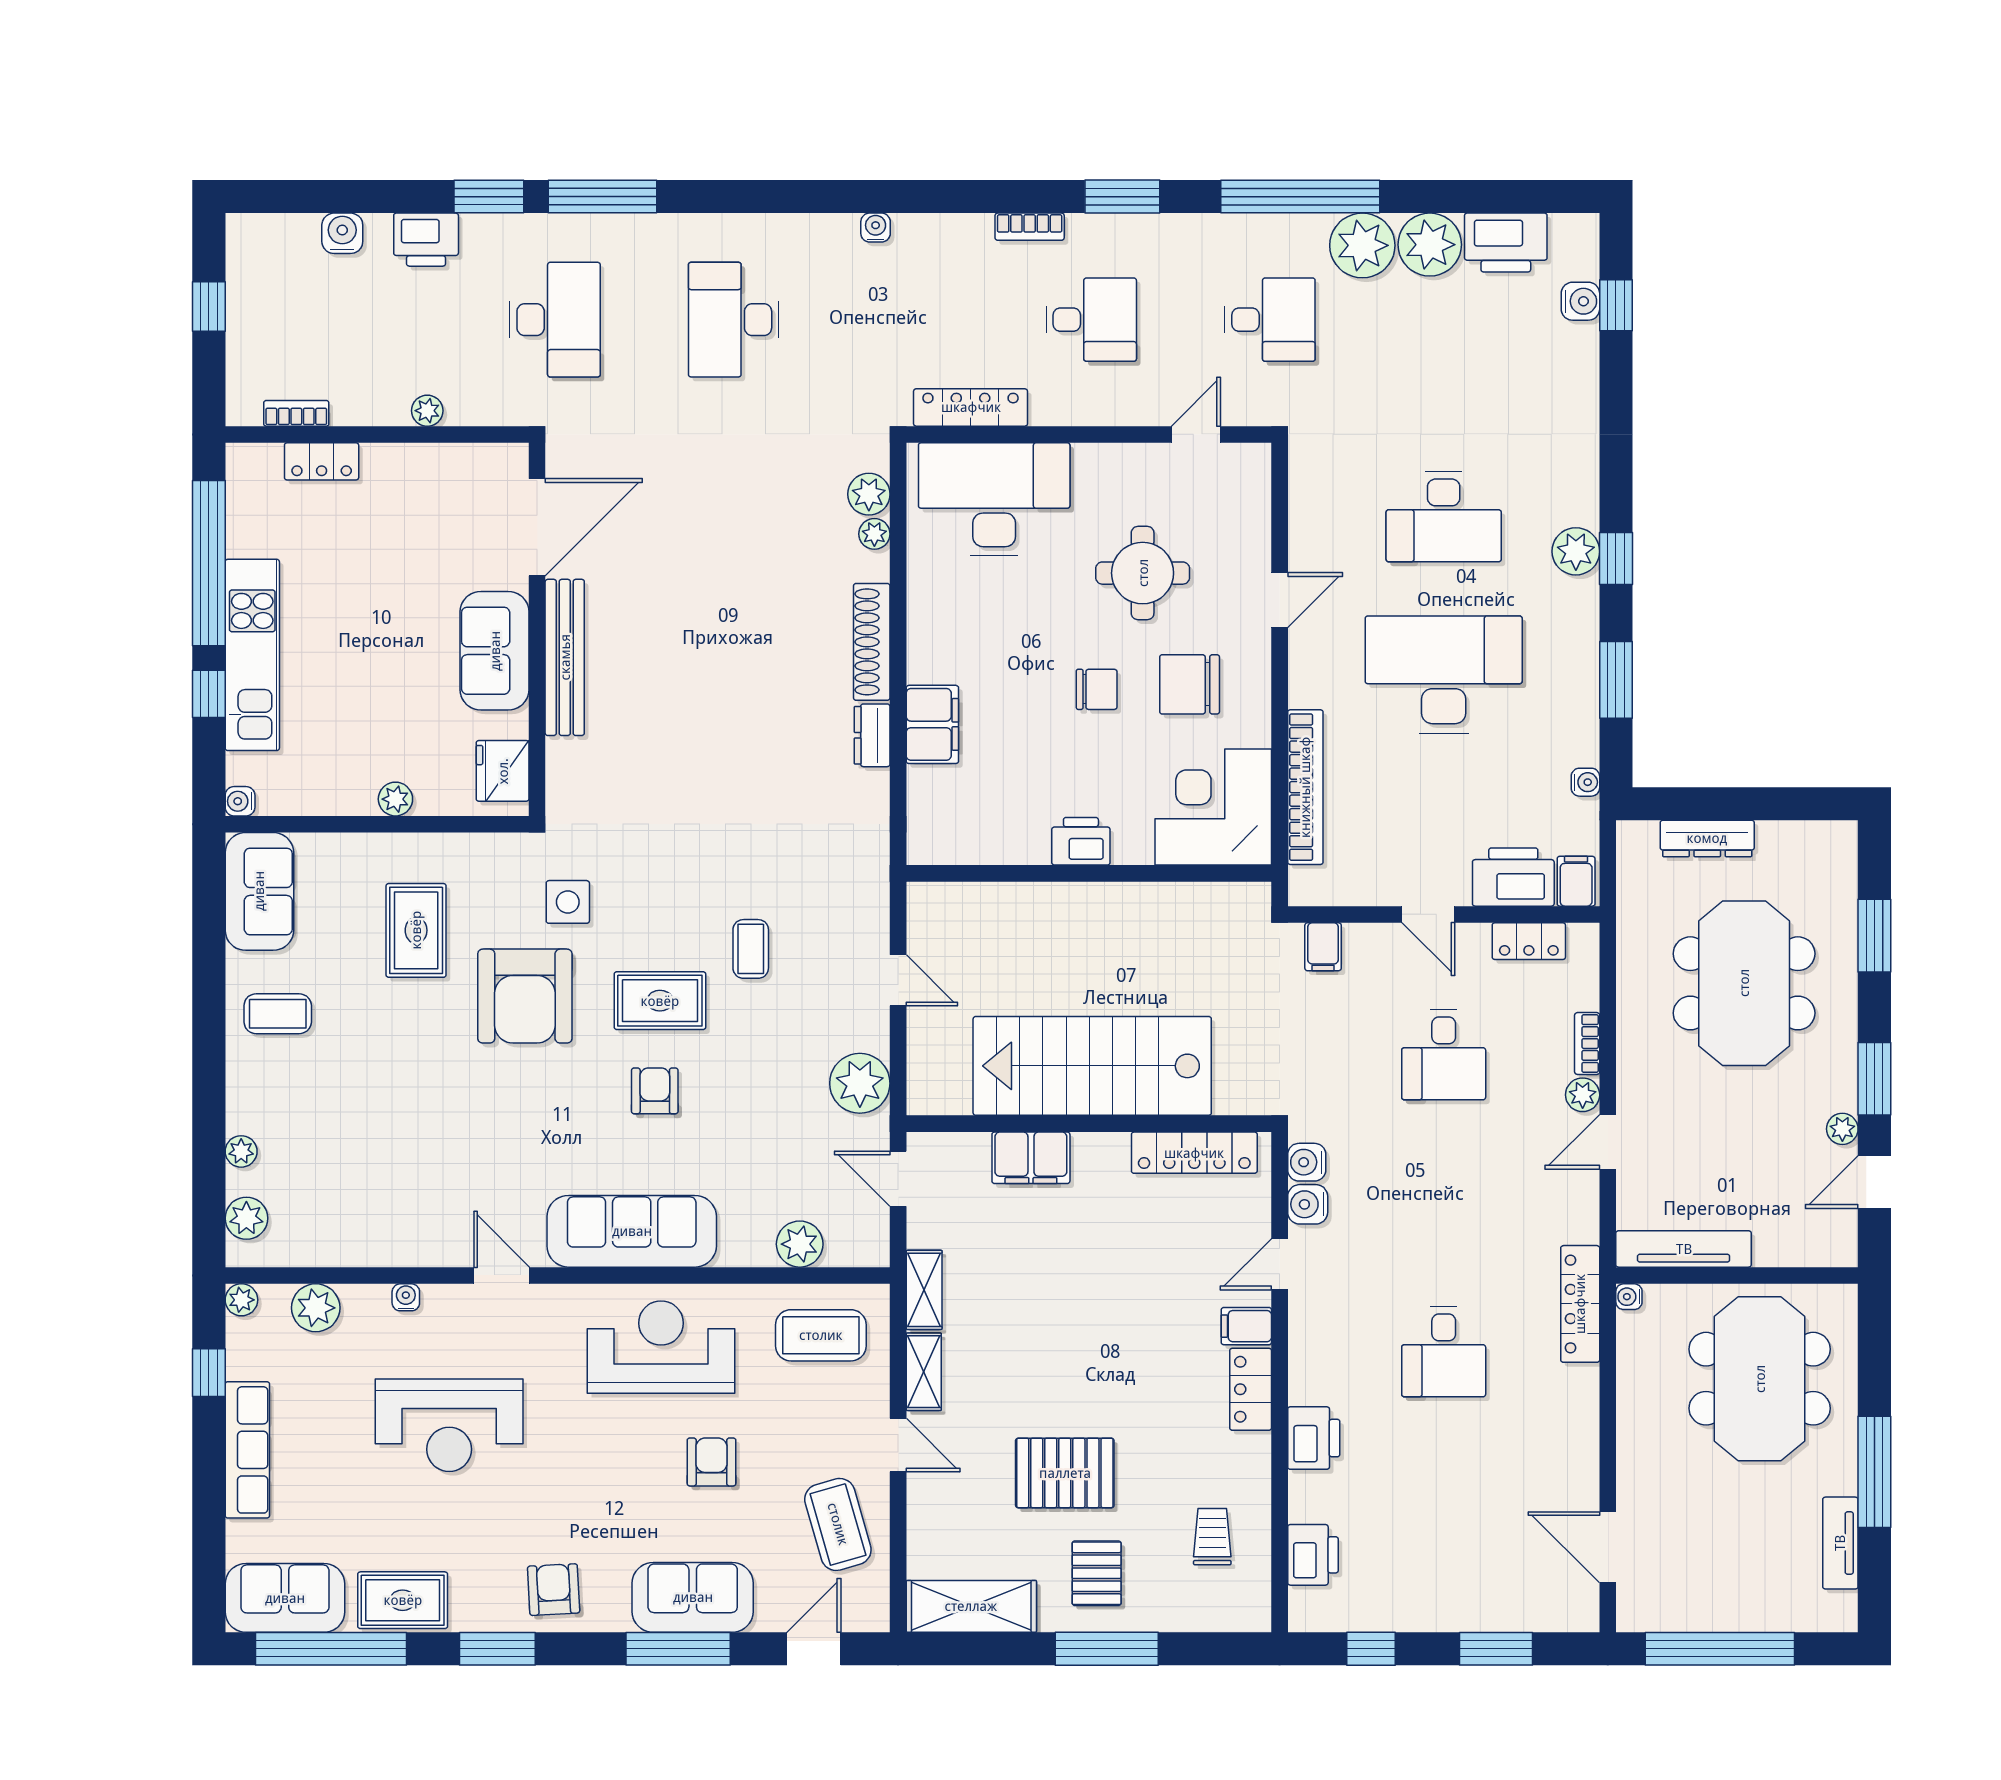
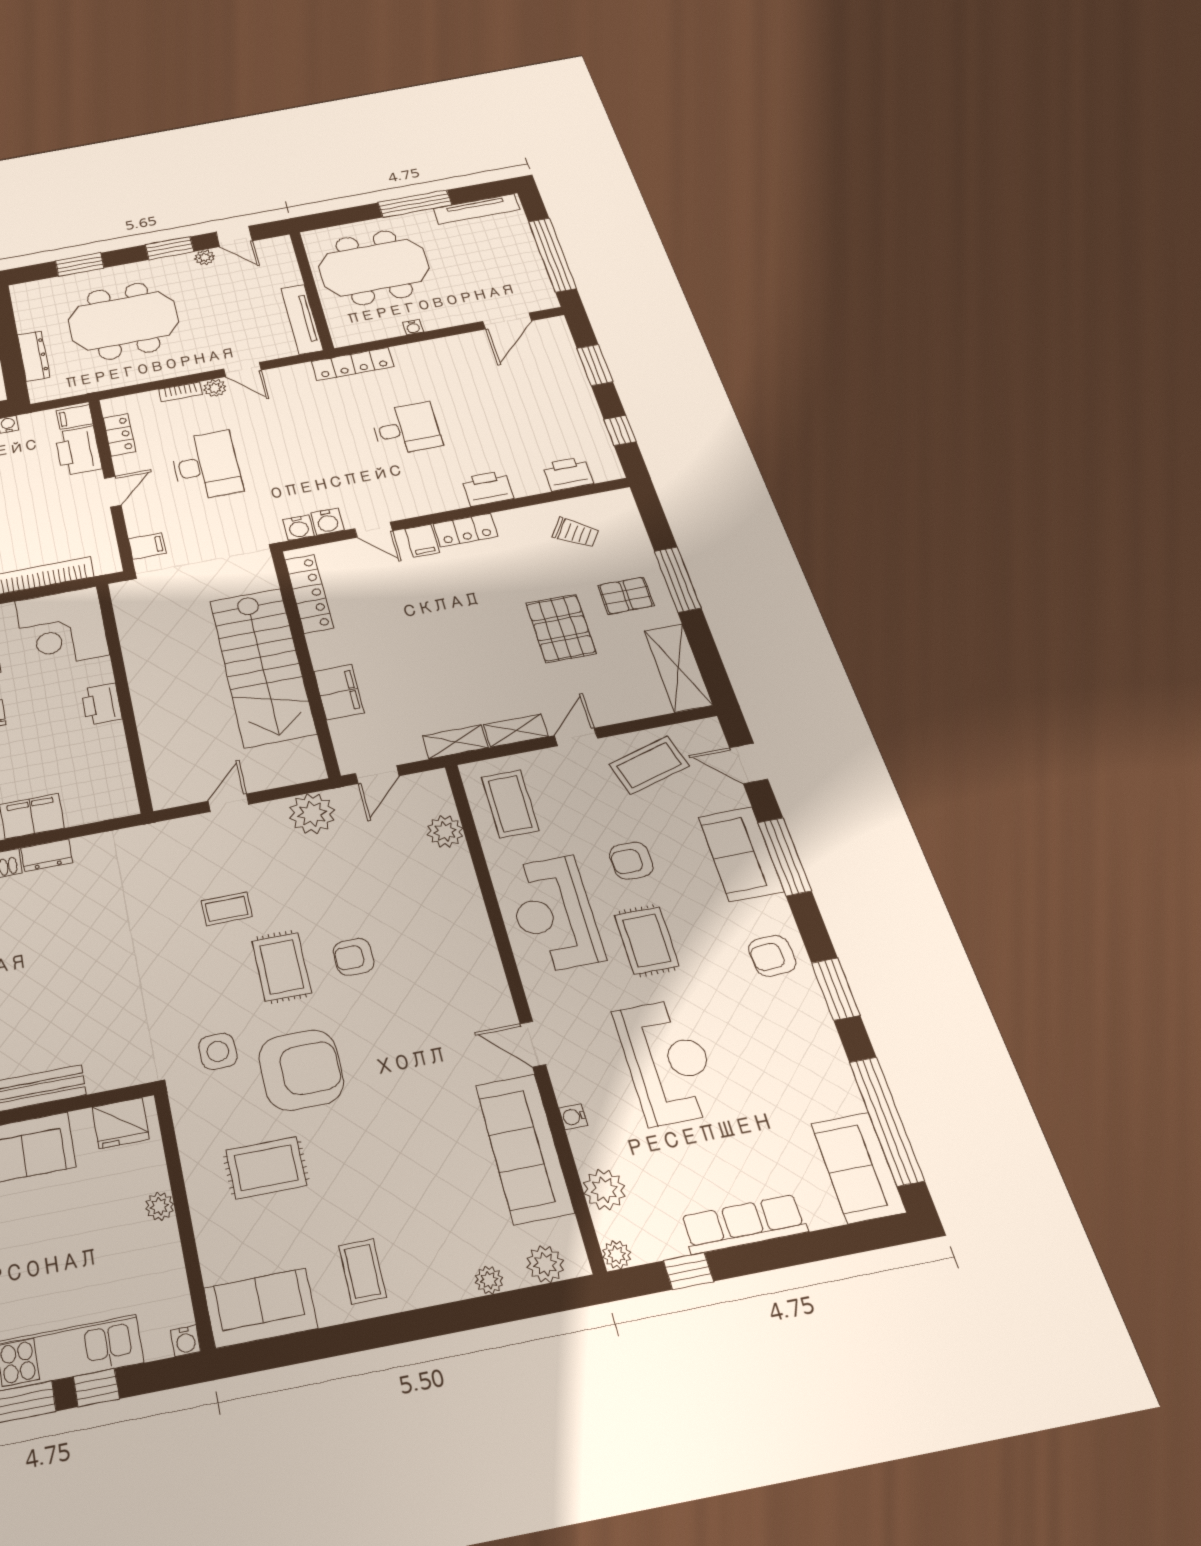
desk: (1444, 1055) -> (206, 466), width x1.37
sofa: (632, 1231) -> (524, 1148), moved
door: (502, 1275) -> (533, 1044), hinge flipped
water cooler: (1629, 1297) -> (413, 327), moved
trolley: (1212, 1537) -> (576, 533), turned -147
tv unit: (1840, 1543) -> (476, 209), width x1.41
rug: (403, 1600) -> (647, 940), moved

